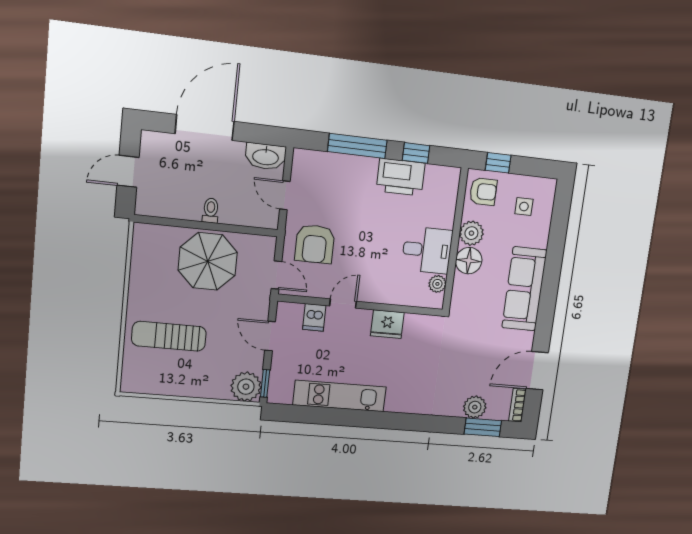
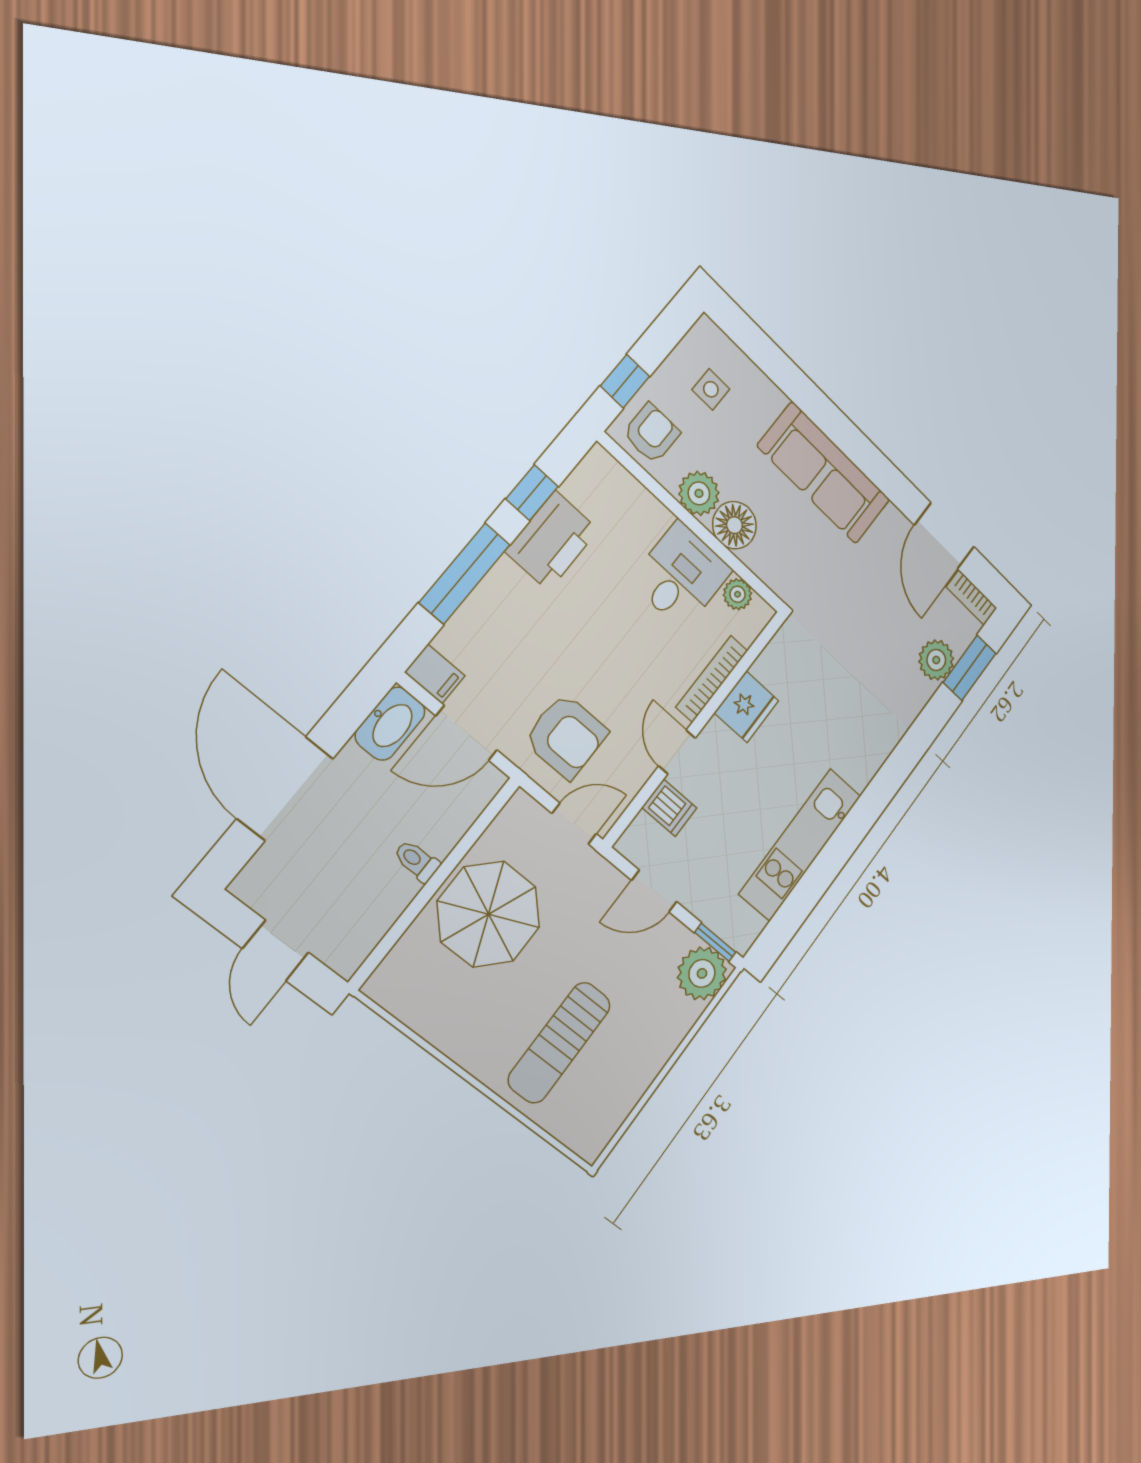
filing cabinet: (302, 162) -> (435, 674), added
door: (285, 195) -> (467, 733), width x1.38
bookcase: (389, 298) -> (712, 679), added

